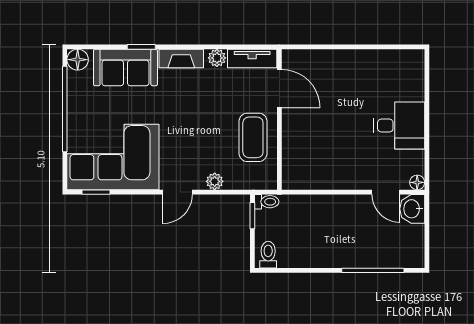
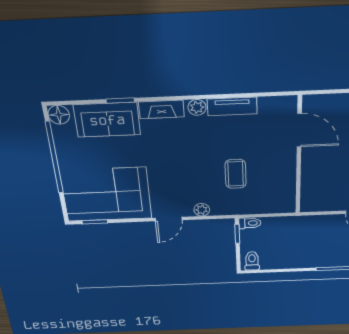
door: (279, 89) -> (299, 130), moved
wall: (279, 119) -> (299, 157), moved
coffee table: (253, 137) -> (236, 174), width x0.73, depth x0.77

